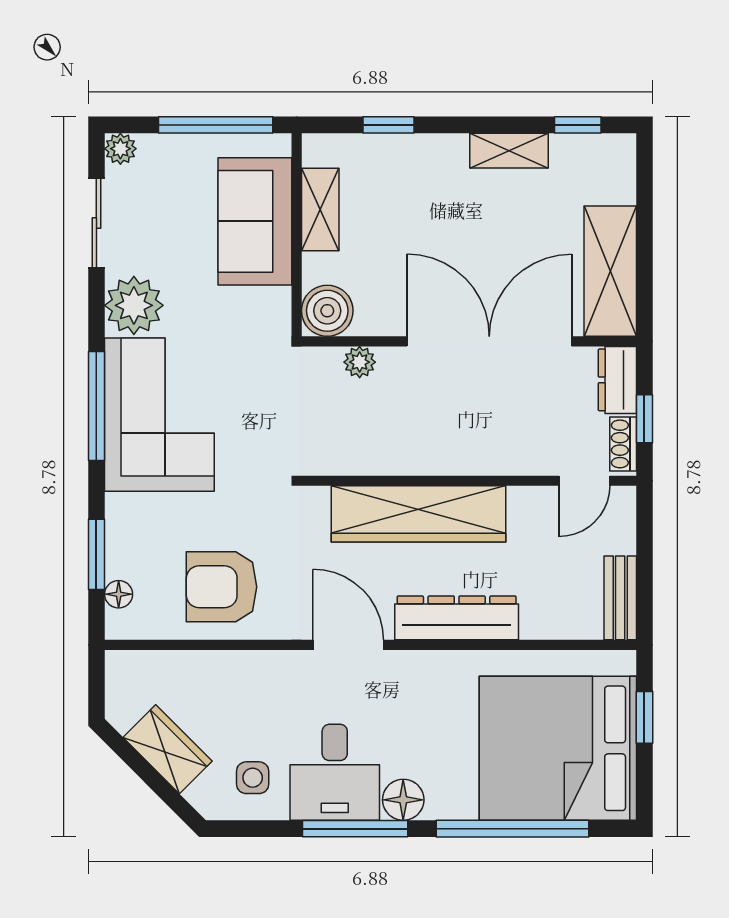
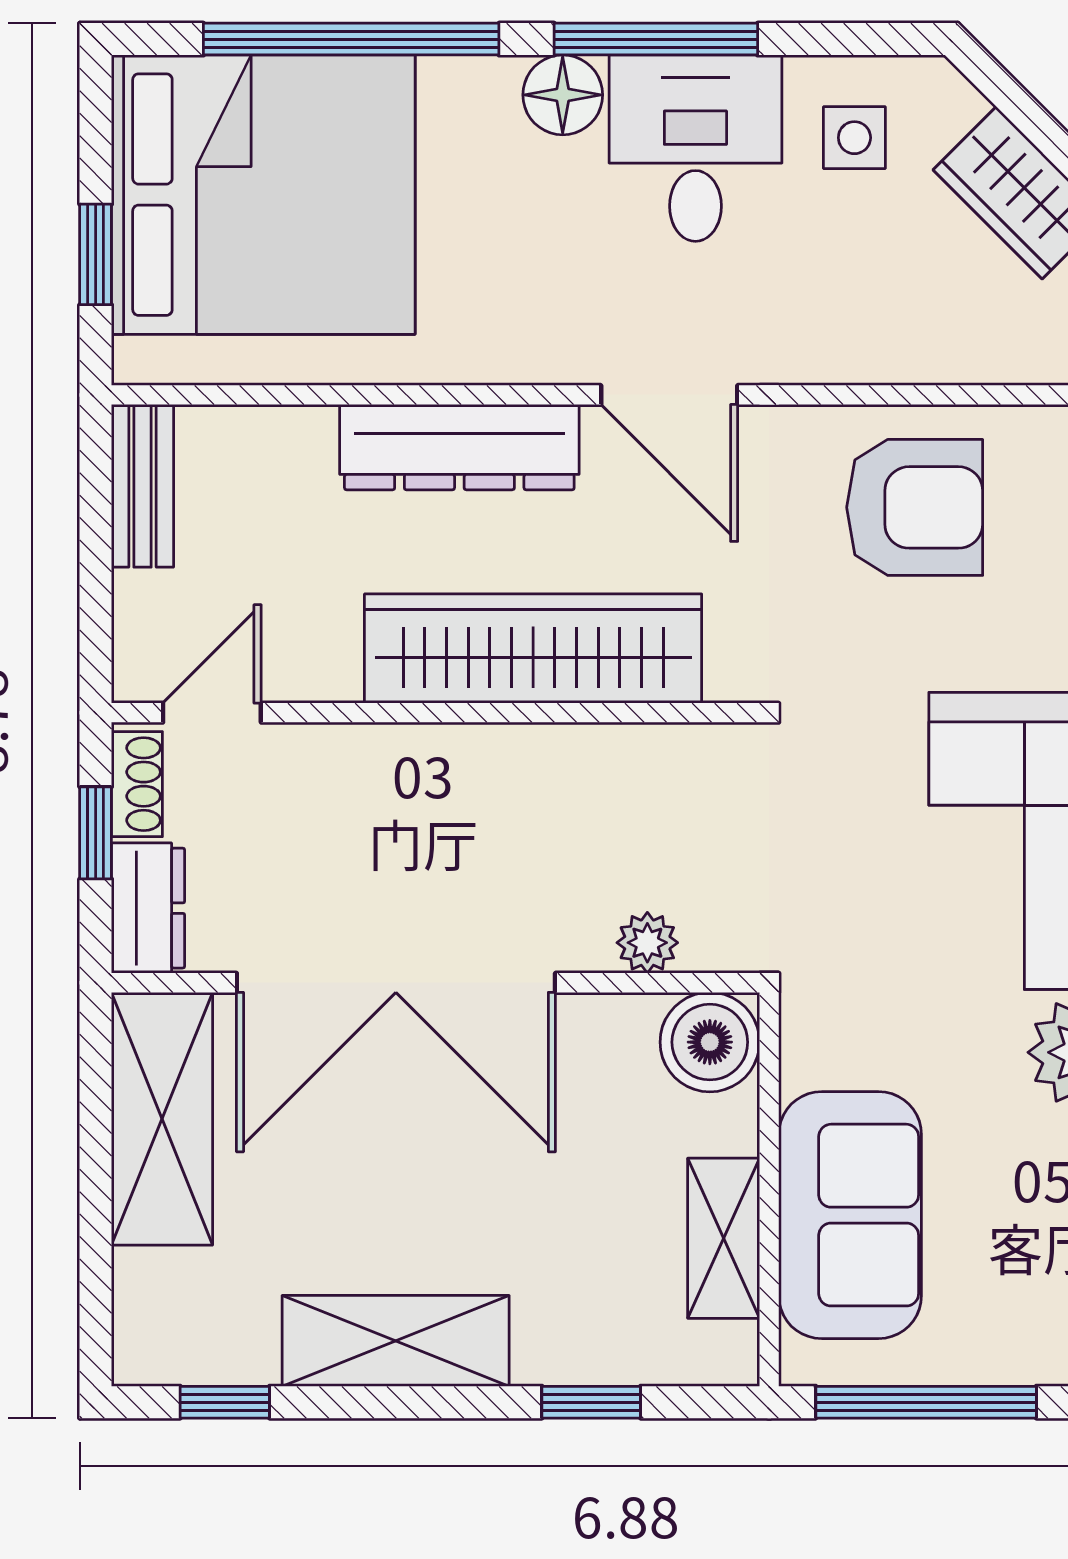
shelving: (509, 151) -> (396, 1341), width x1.50, depth x1.33

